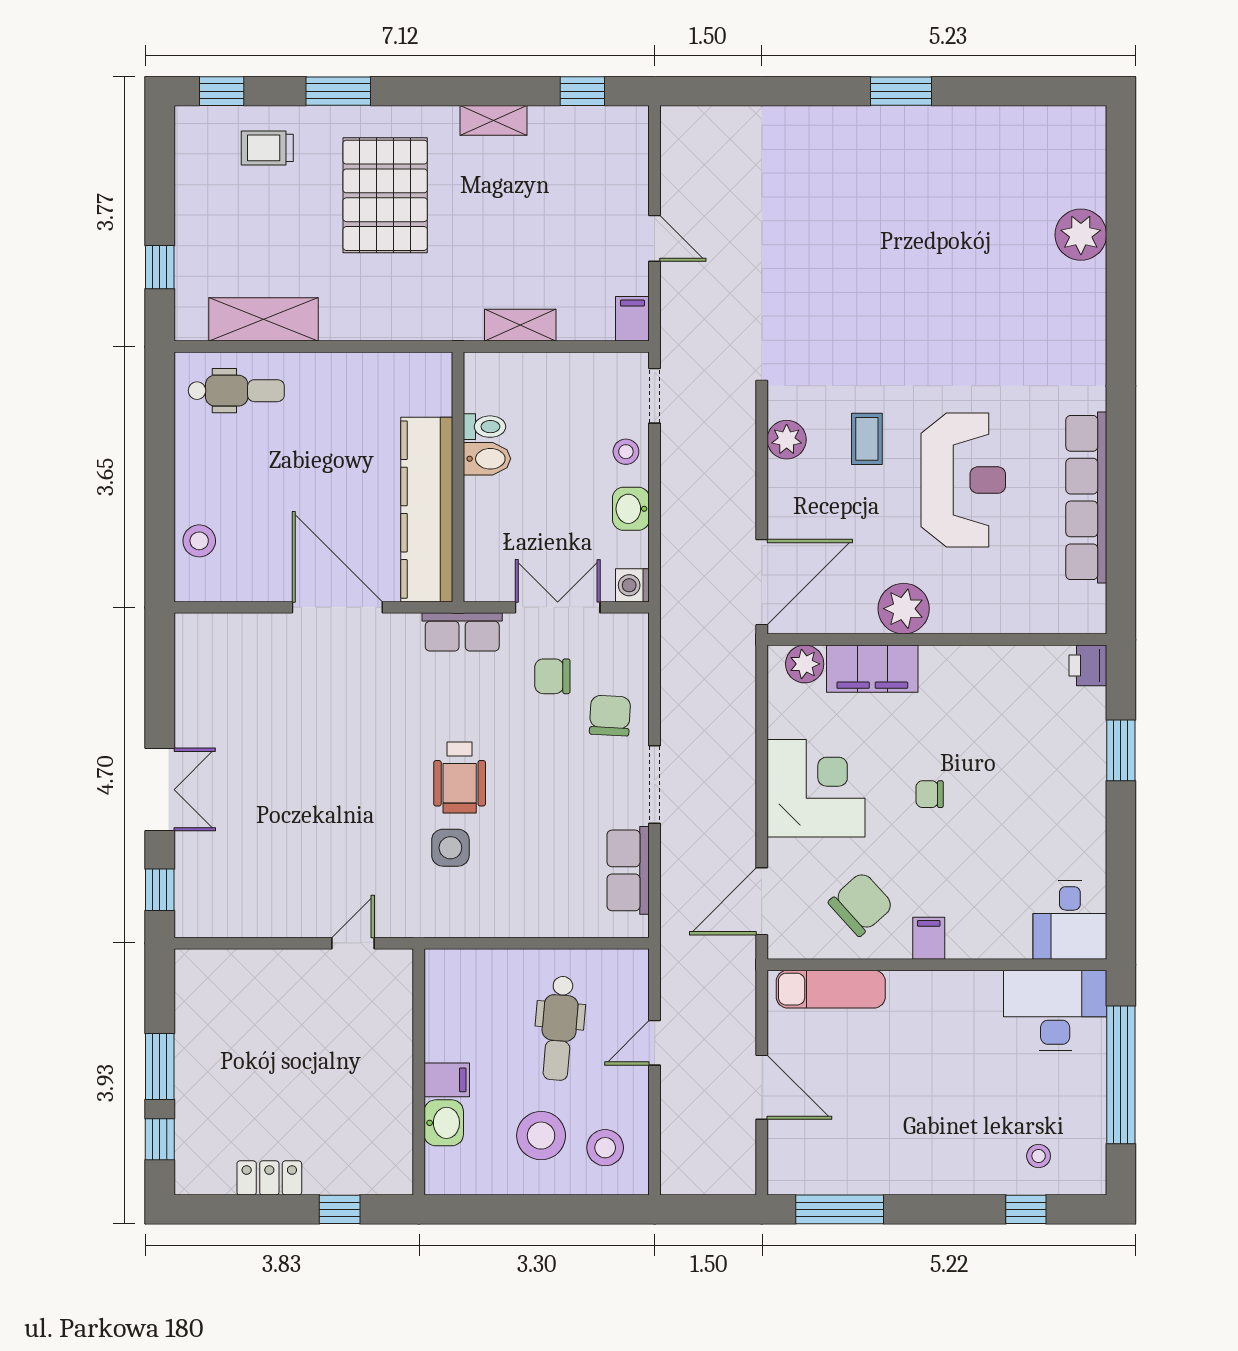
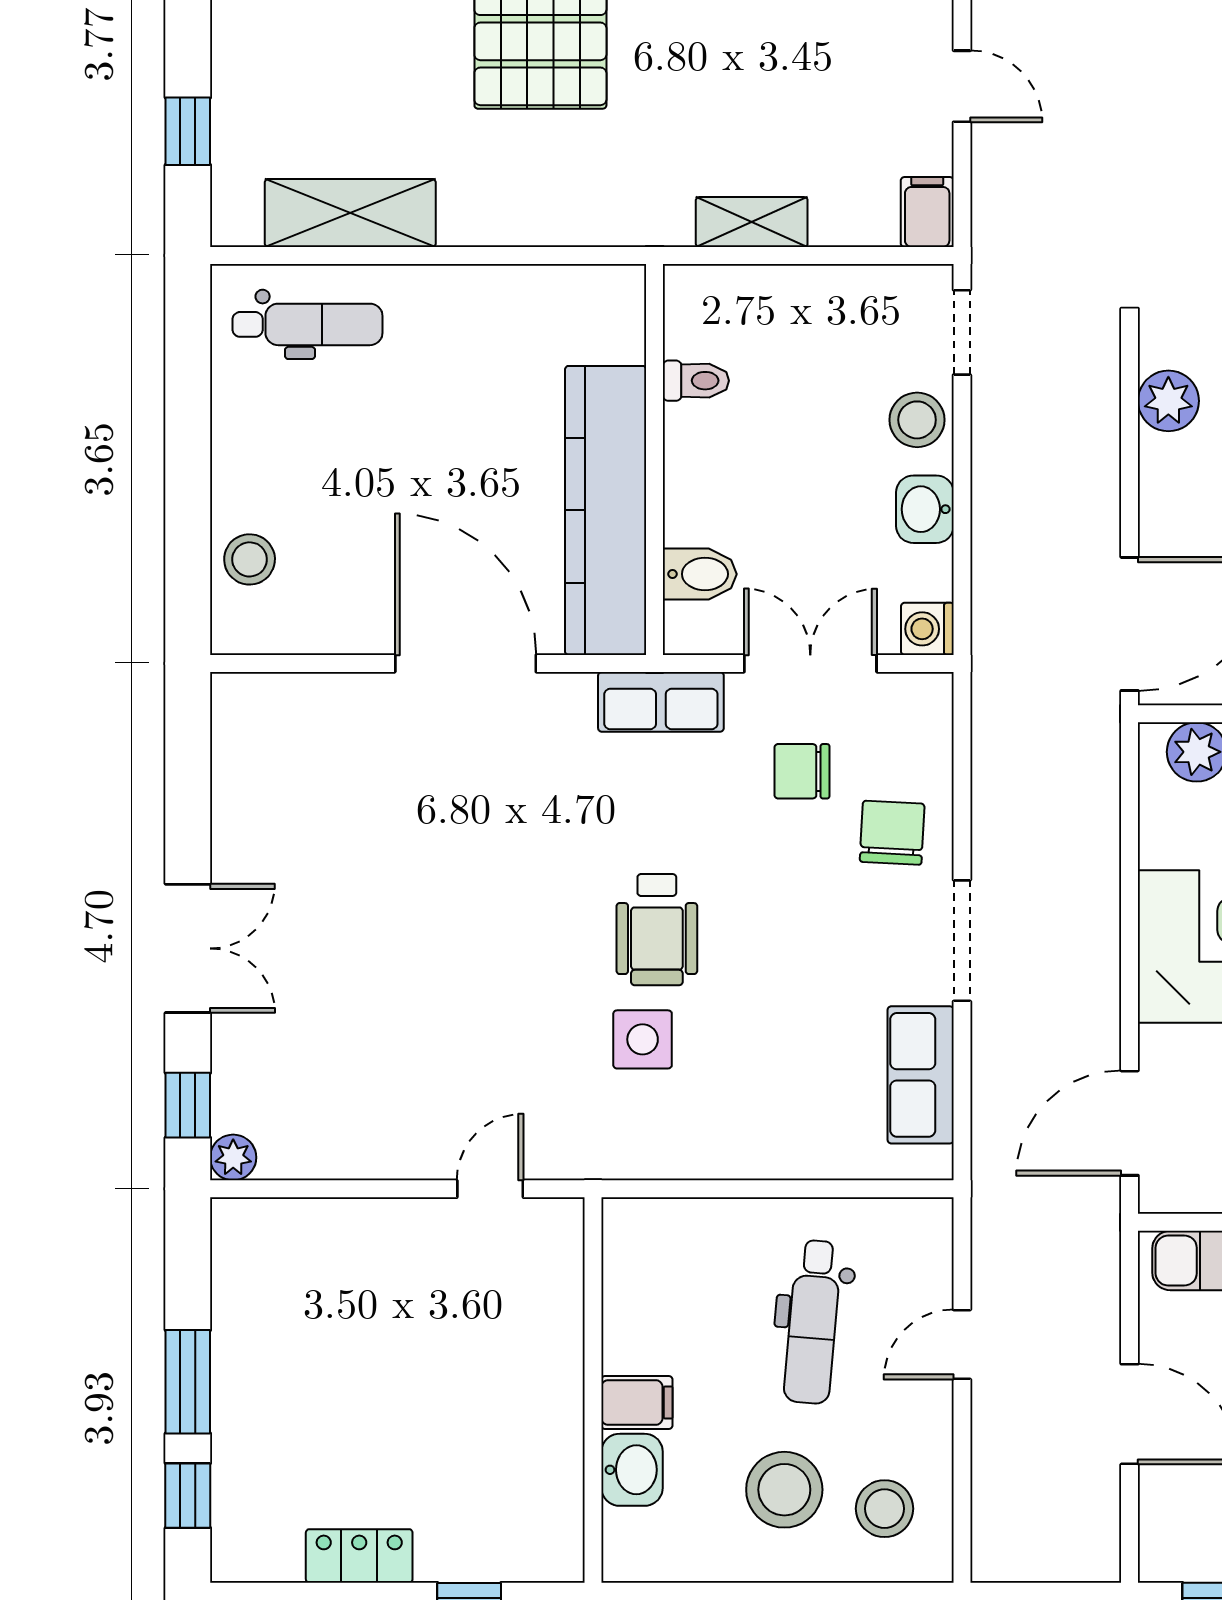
stool: (626, 452) -> (917, 420), width x1.37, depth x1.37
bidet: (487, 459) -> (700, 574), moved
plant: (189, 923) -> (233, 1157), added

